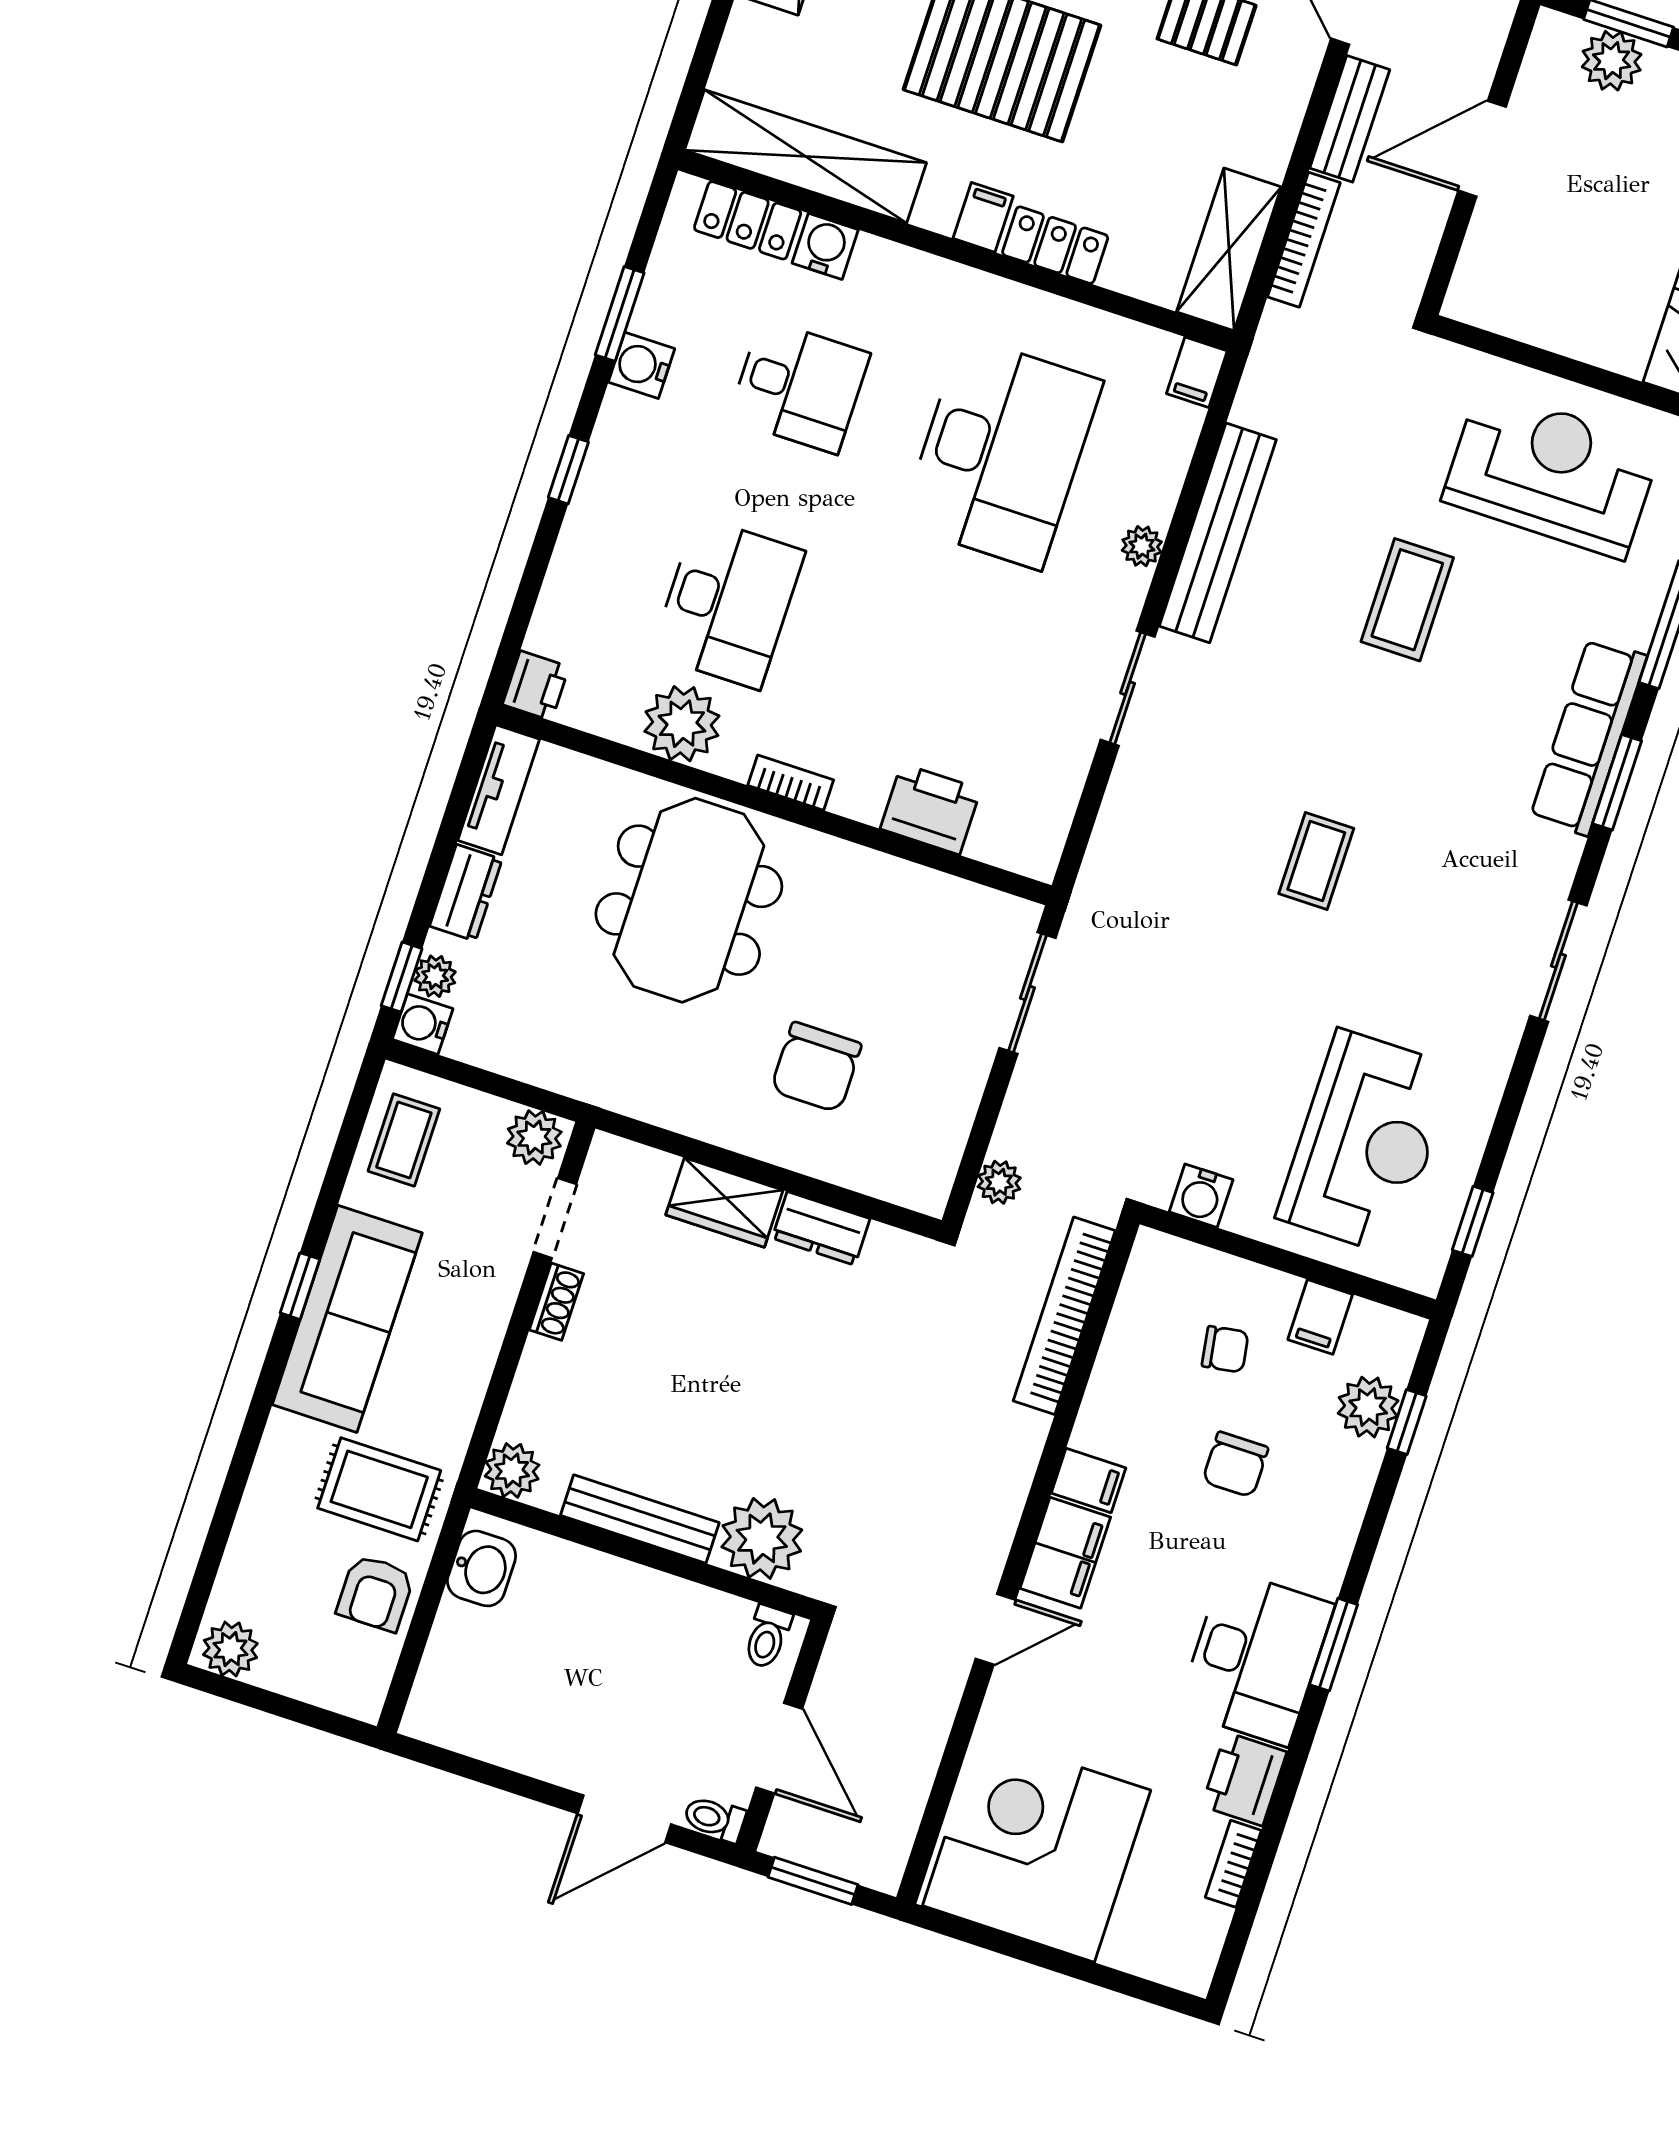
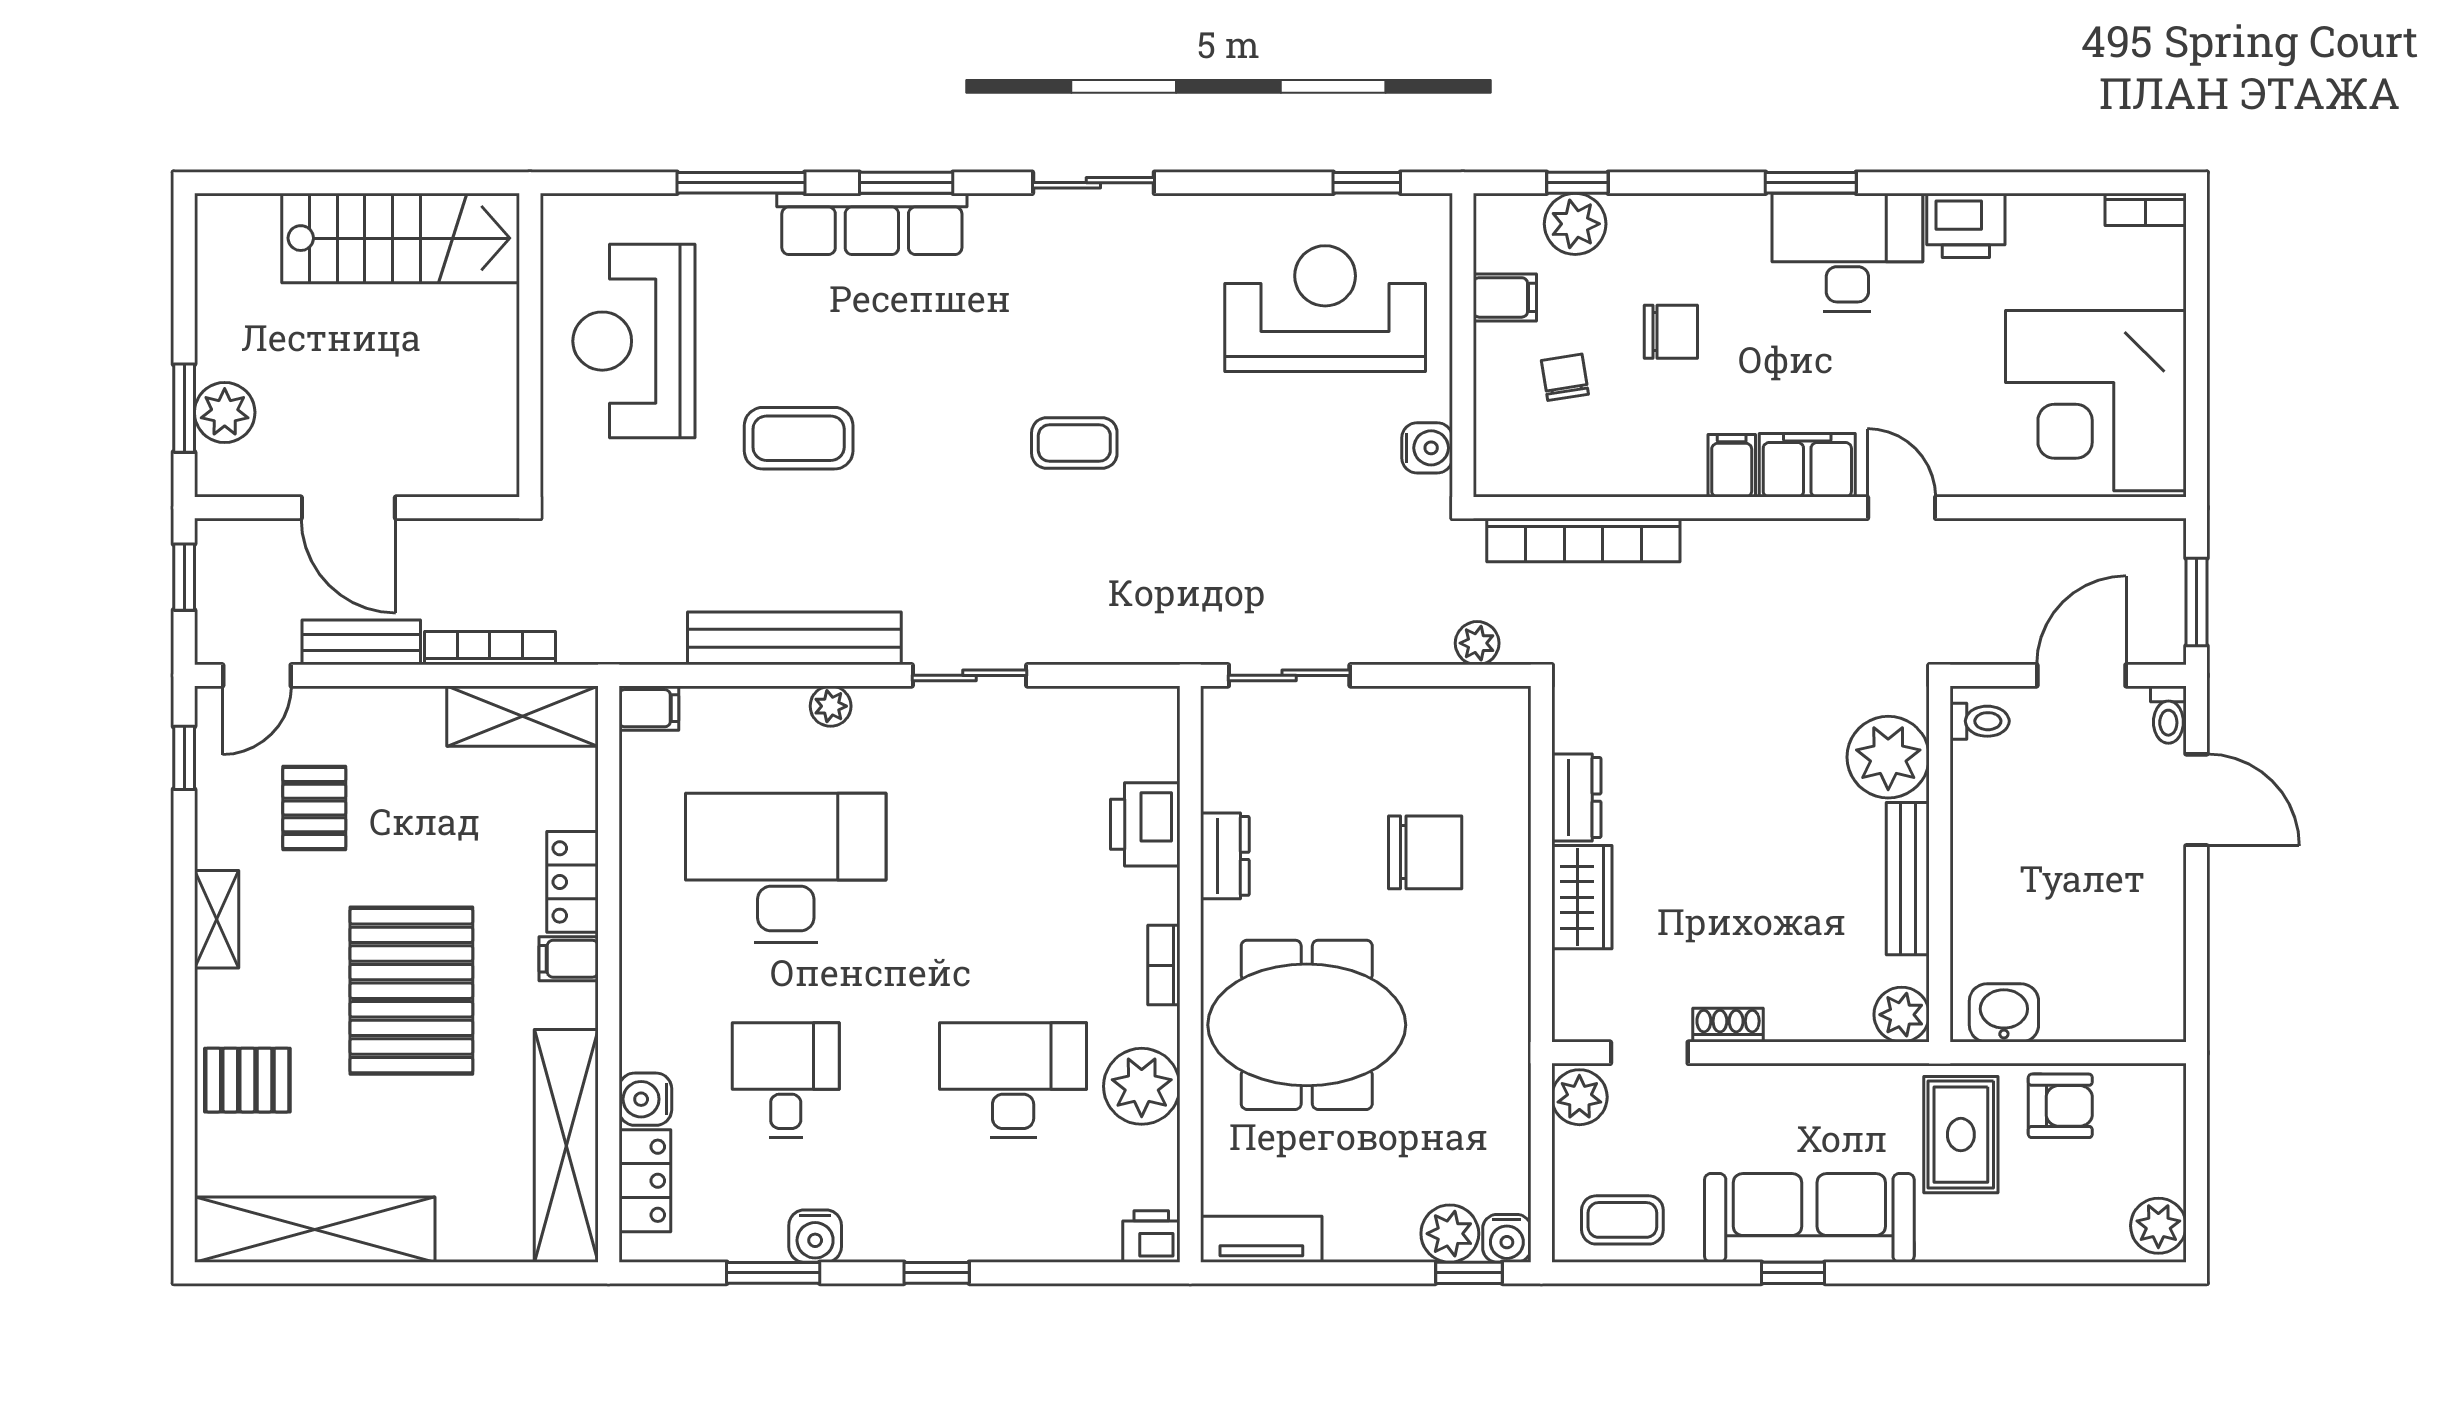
dresser: (466, 893) -> (1225, 856), moved, turned 90
plant: (435, 976) -> (1450, 1234), width x1.38, depth x1.38
bookcase: (1233, 1864) -> (2146, 209), moved

